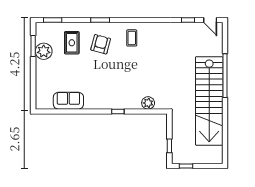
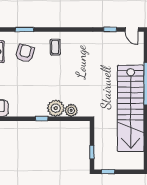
plant: (132, 101) -> (56, 108), added

